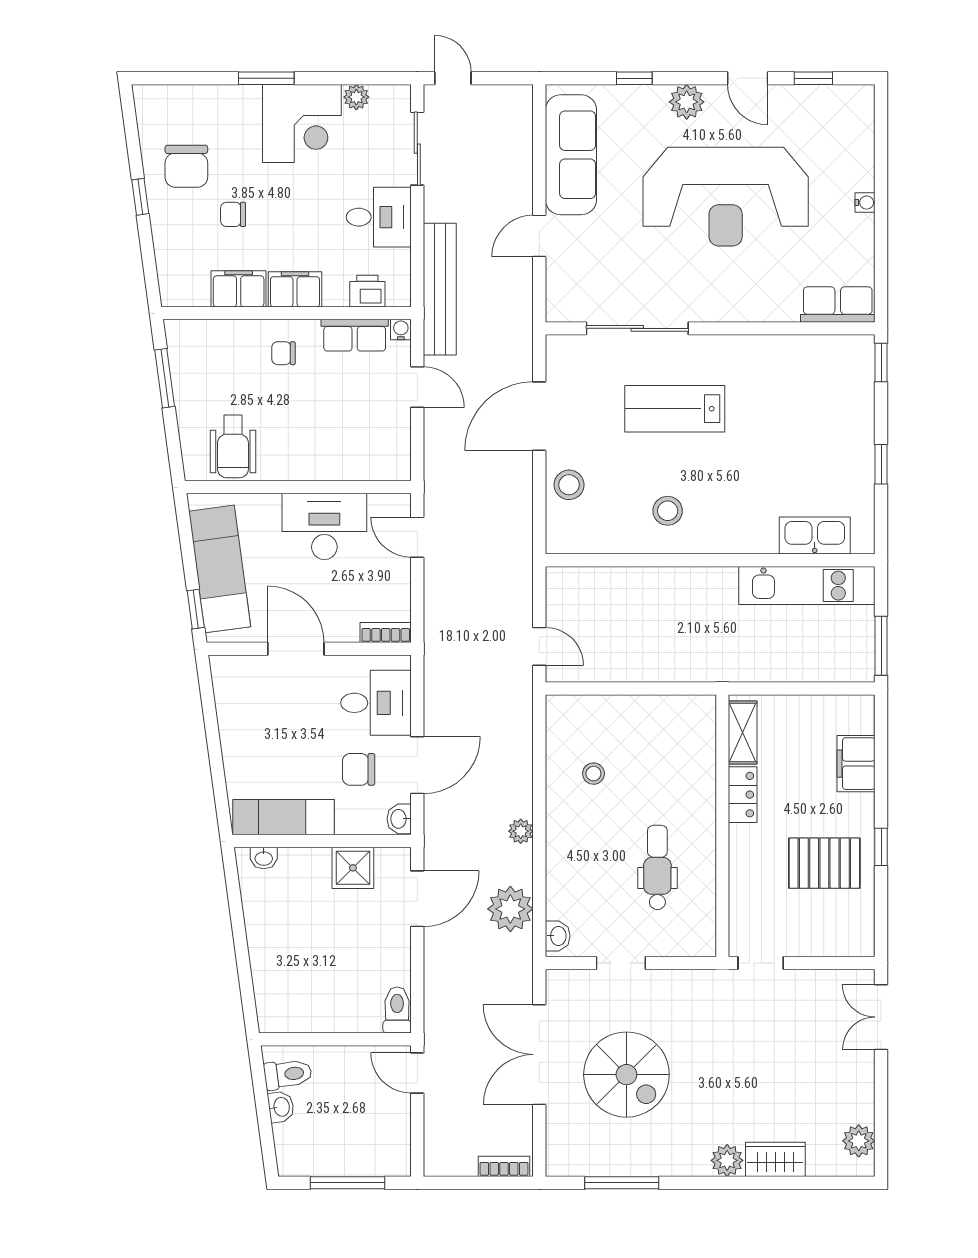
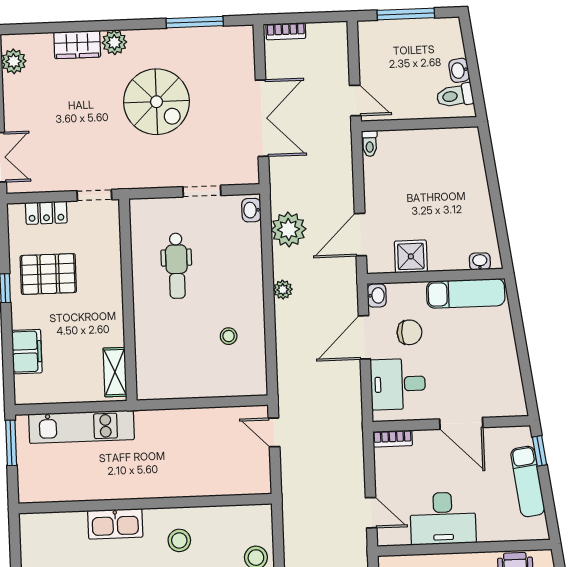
kitchen sink: (815, 536) -> (115, 524), moved
exam couch: (220, 569) -> (528, 481), width x0.73, depth x0.69
kitchen unit: (807, 586) -> (81, 427), moved, turned 180
locker: (743, 795) -> (46, 213), moved, turned -90
toilet: (397, 1010) -> (370, 143), width x0.73, depth x0.72
spiral stairs: (626, 1075) -> (156, 102), moved, turned 180

